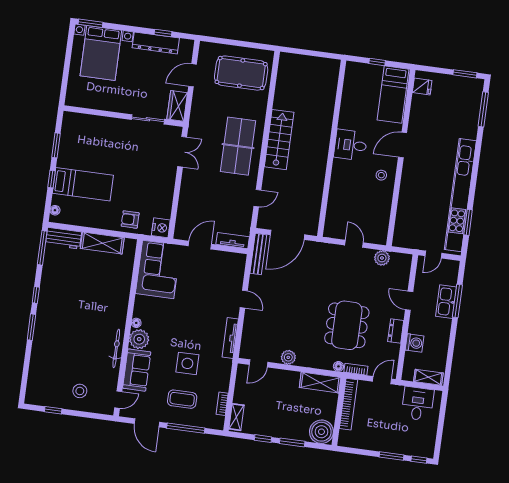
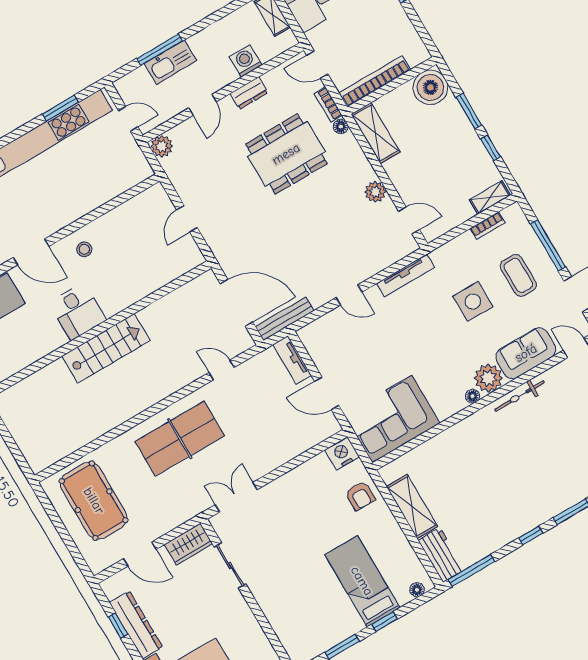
stairs: (279, 140) -> (106, 348), moved, turned 180
plant: (382, 258) -> (162, 146), moved
door: (244, 299) -> (349, 295), swing flipped

